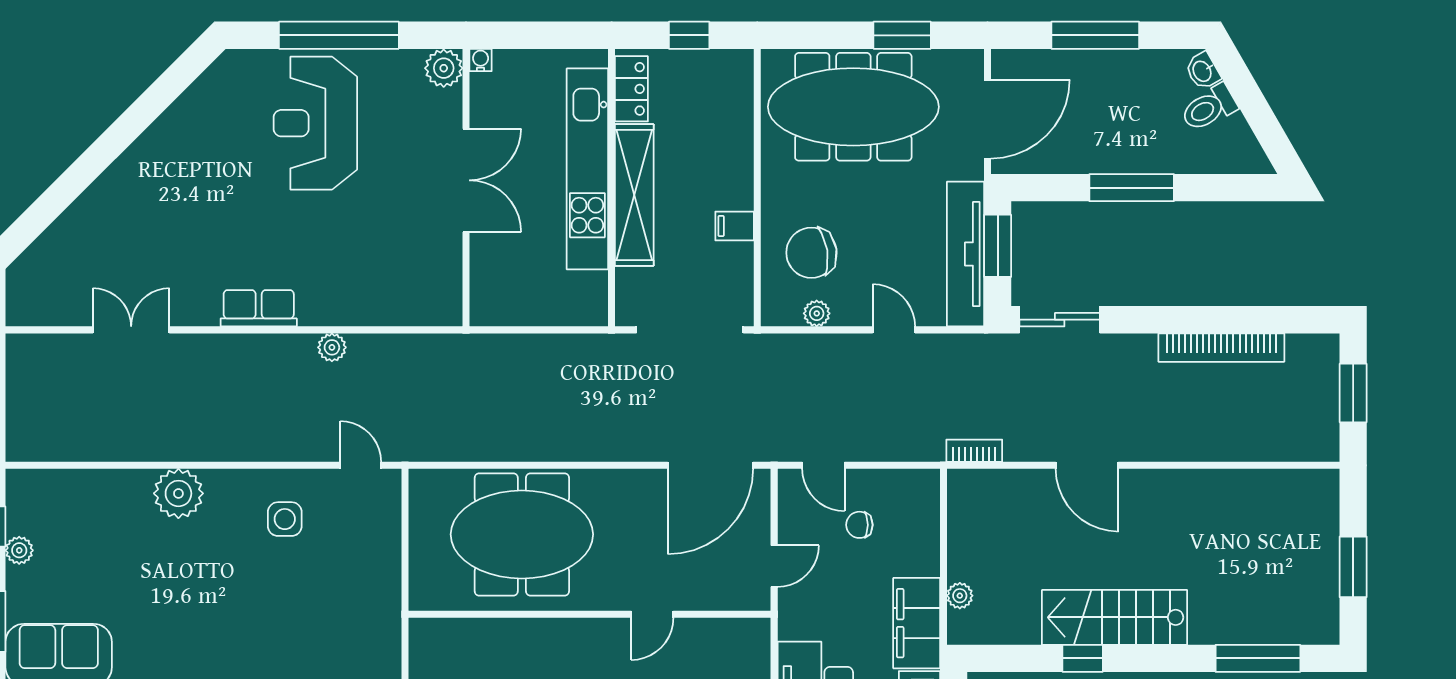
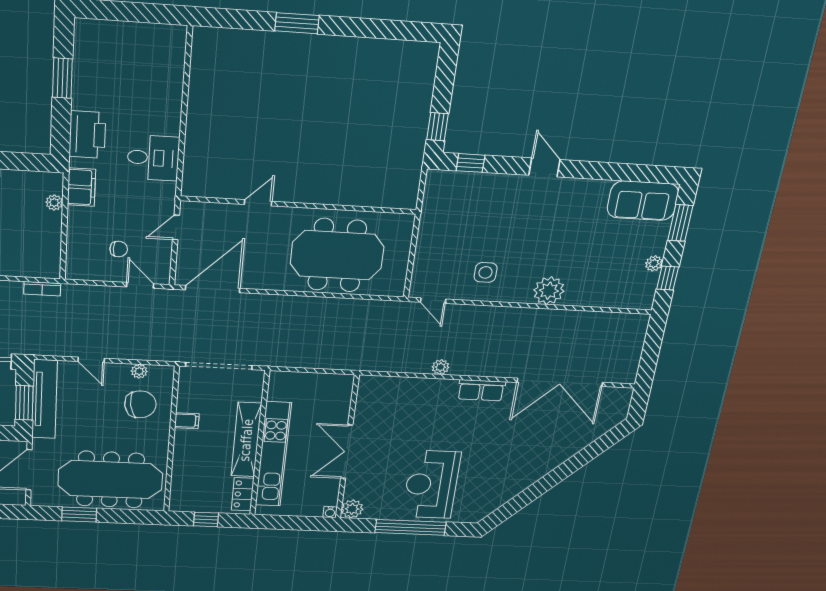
reception desk: (315, 123) -> (431, 485), turned 180
double door: (131, 330) -> (560, 382), width x1.87
filing cabinet: (917, 623) -> (81, 187), width x0.67, depth x0.86

